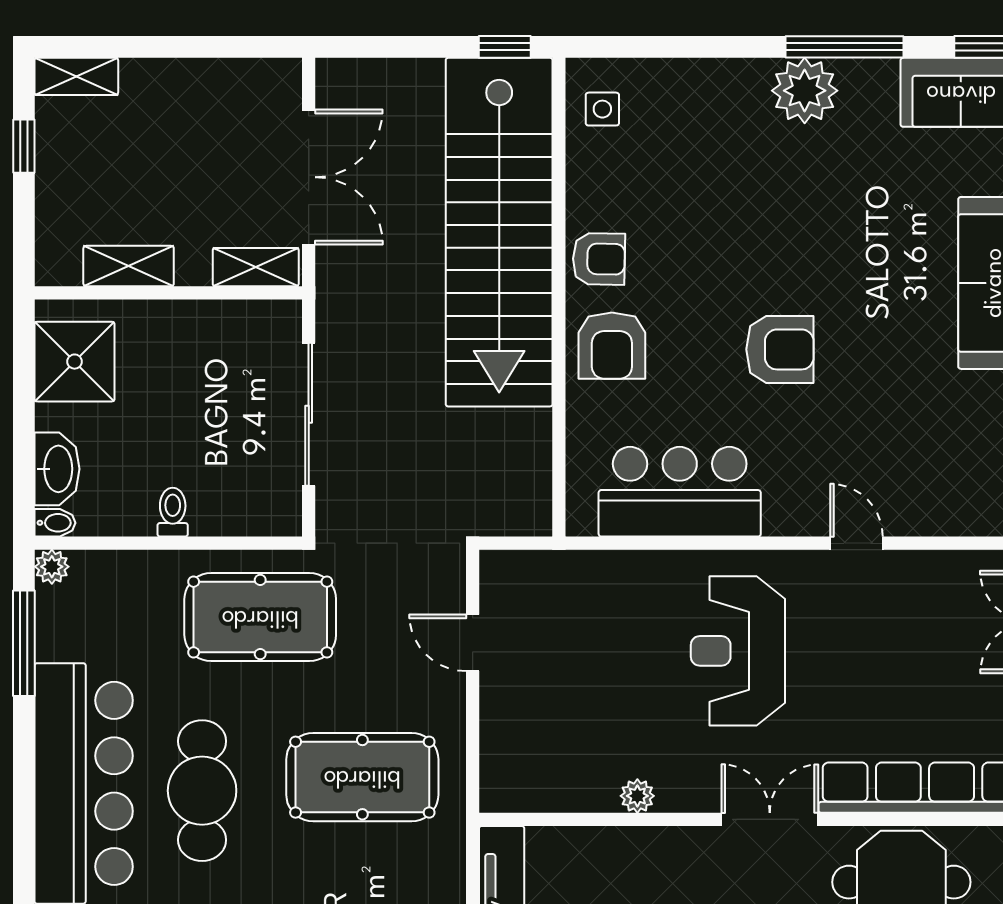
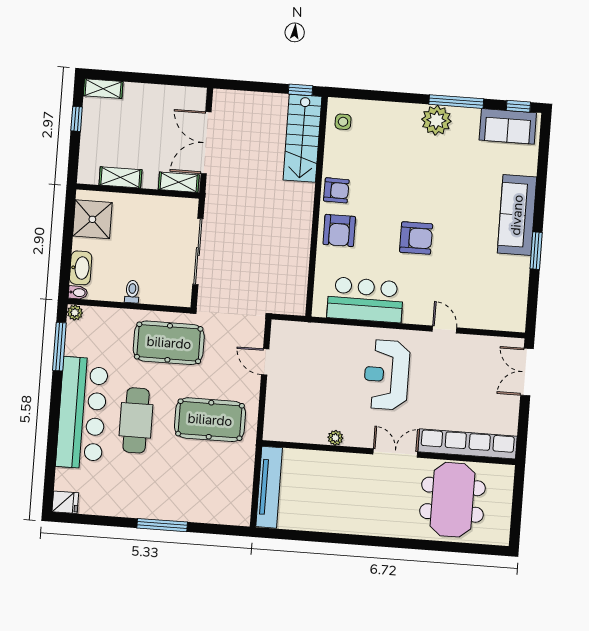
double door: (309, 177) -> (206, 143), swing flipped
stairs: (499, 232) -> (302, 138), width x0.54, depth x0.66

